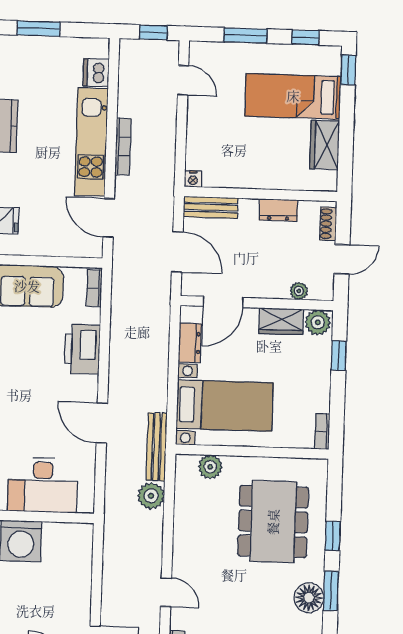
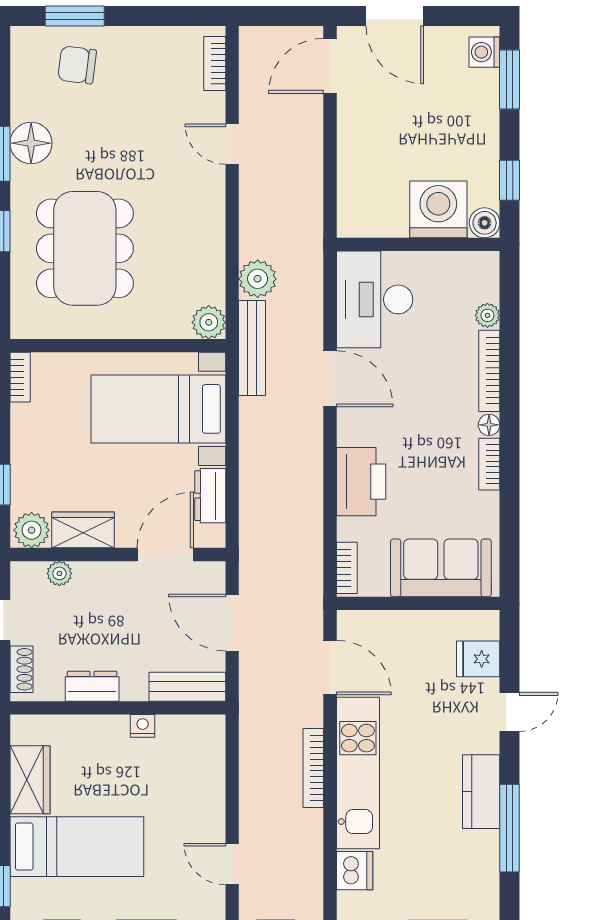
nightstand: (193, 179) -> (143, 726), moved
plant: (210, 467) -> (209, 322), moved
desk: (43, 485) -> (375, 299), moved, turned -90

